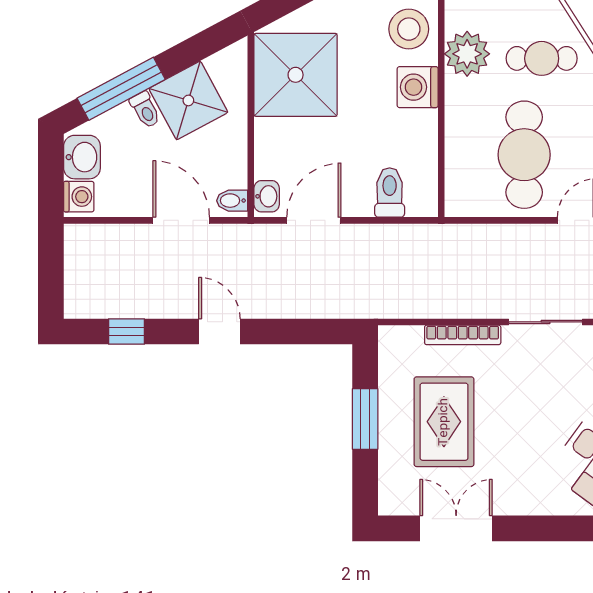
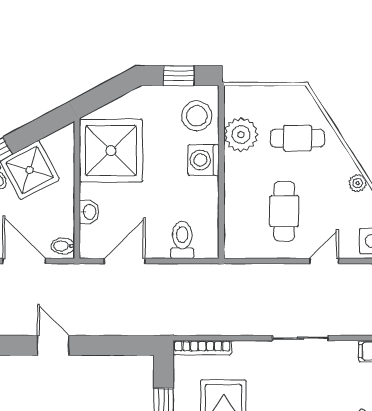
cafe table: (524, 155) -> (284, 211), width x0.73, depth x0.74
washbasin: (267, 196) -> (89, 212), moved
bookcase: (463, 335) -> (202, 348), moved

